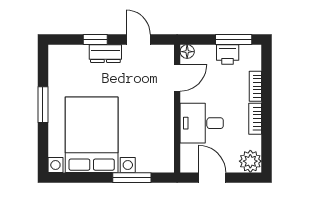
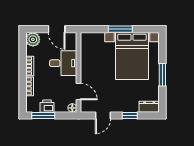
door: (138, 39) -> (103, 115), hinge flipped
dresser: (105, 54) -> (149, 107), moved
door: (177, 78) -> (79, 92), swing flipped
window: (132, 178) -> (120, 29), moved

